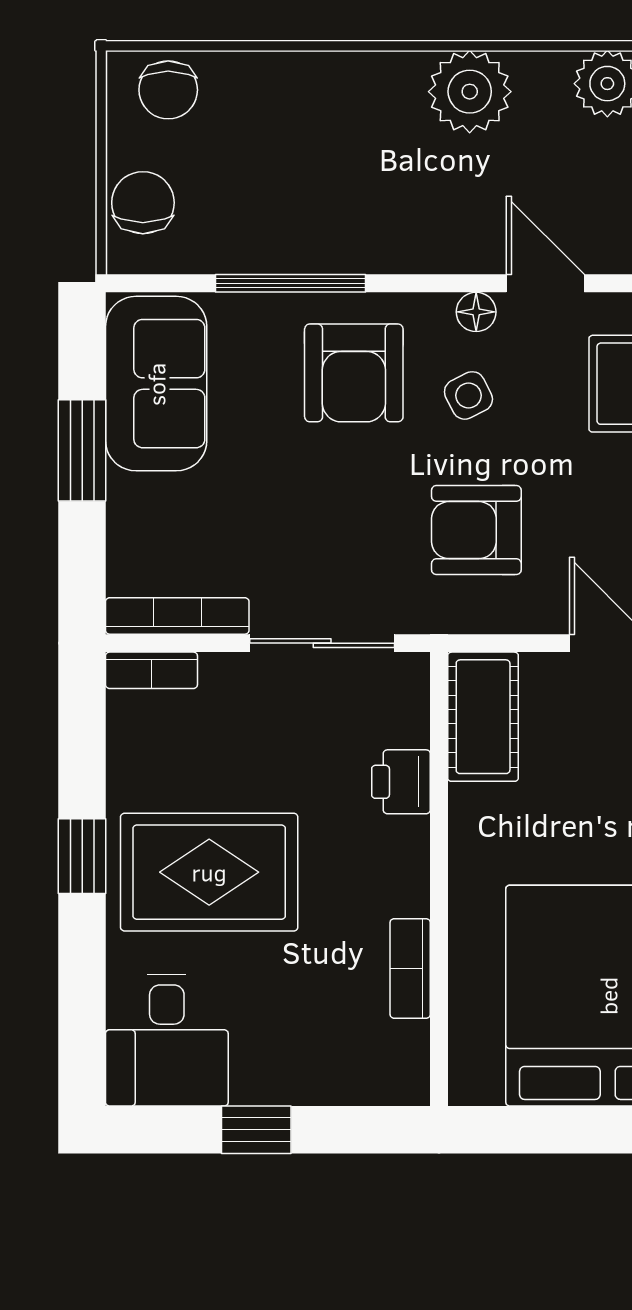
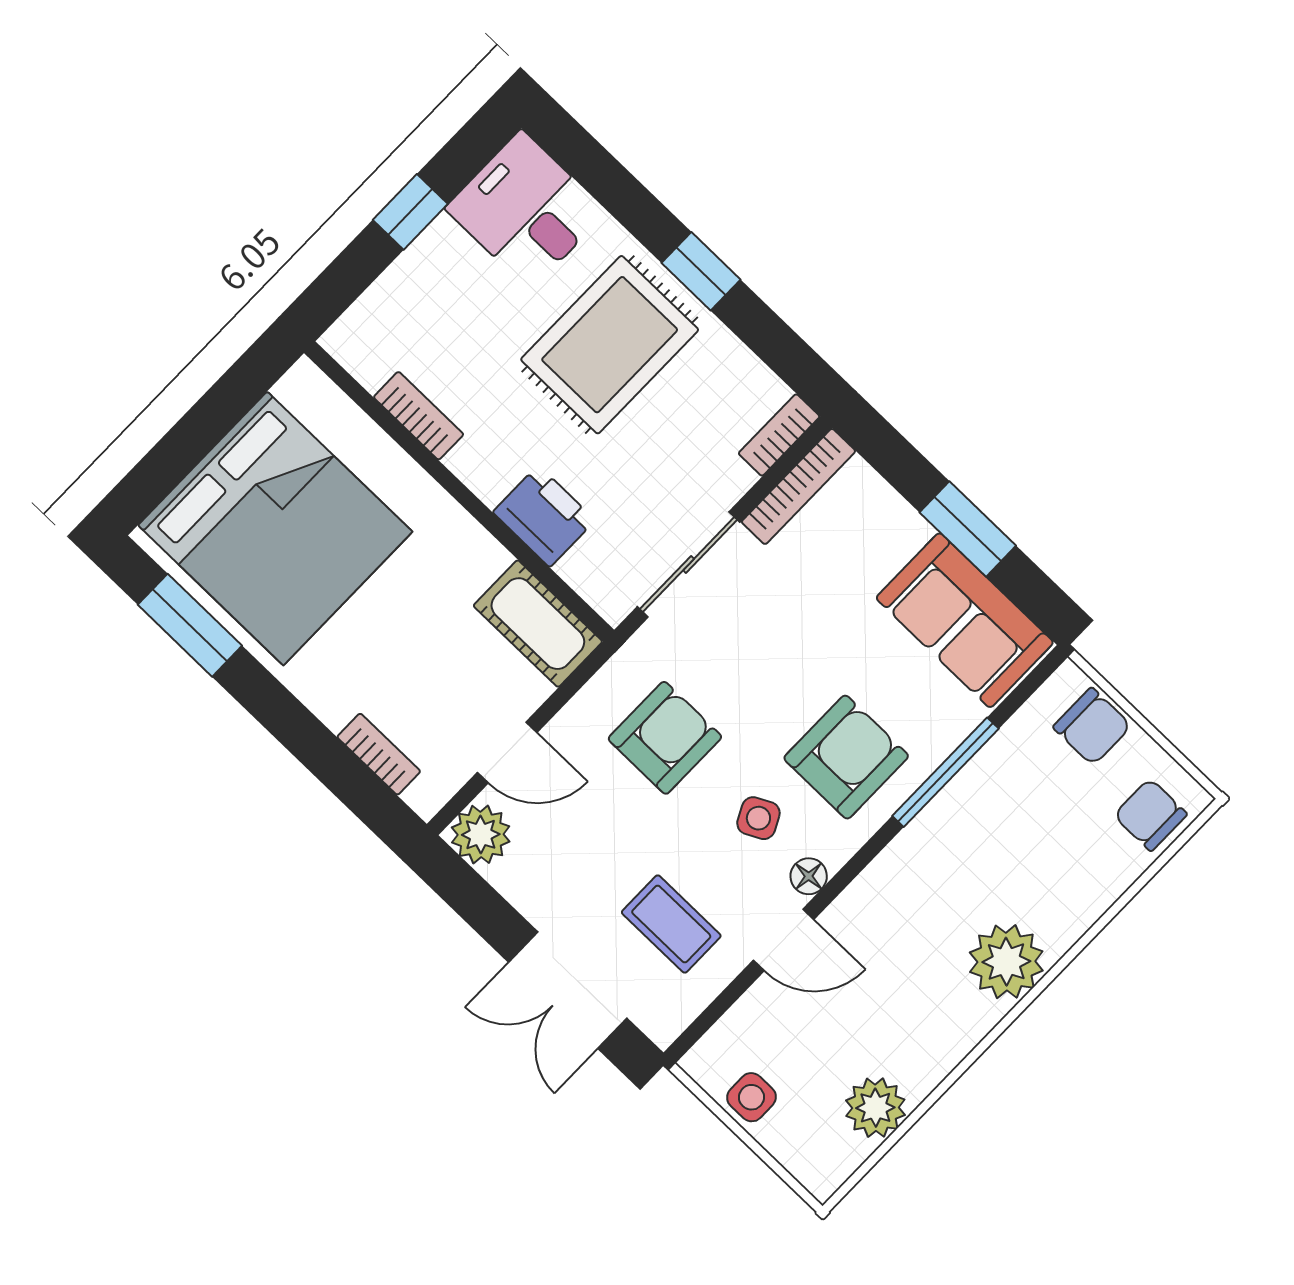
plant: (470, 92) -> (1006, 962), moved
armchair: (354, 373) -> (846, 757), turned 90
printer: (401, 782) -> (544, 516), width x1.36, depth x1.24

